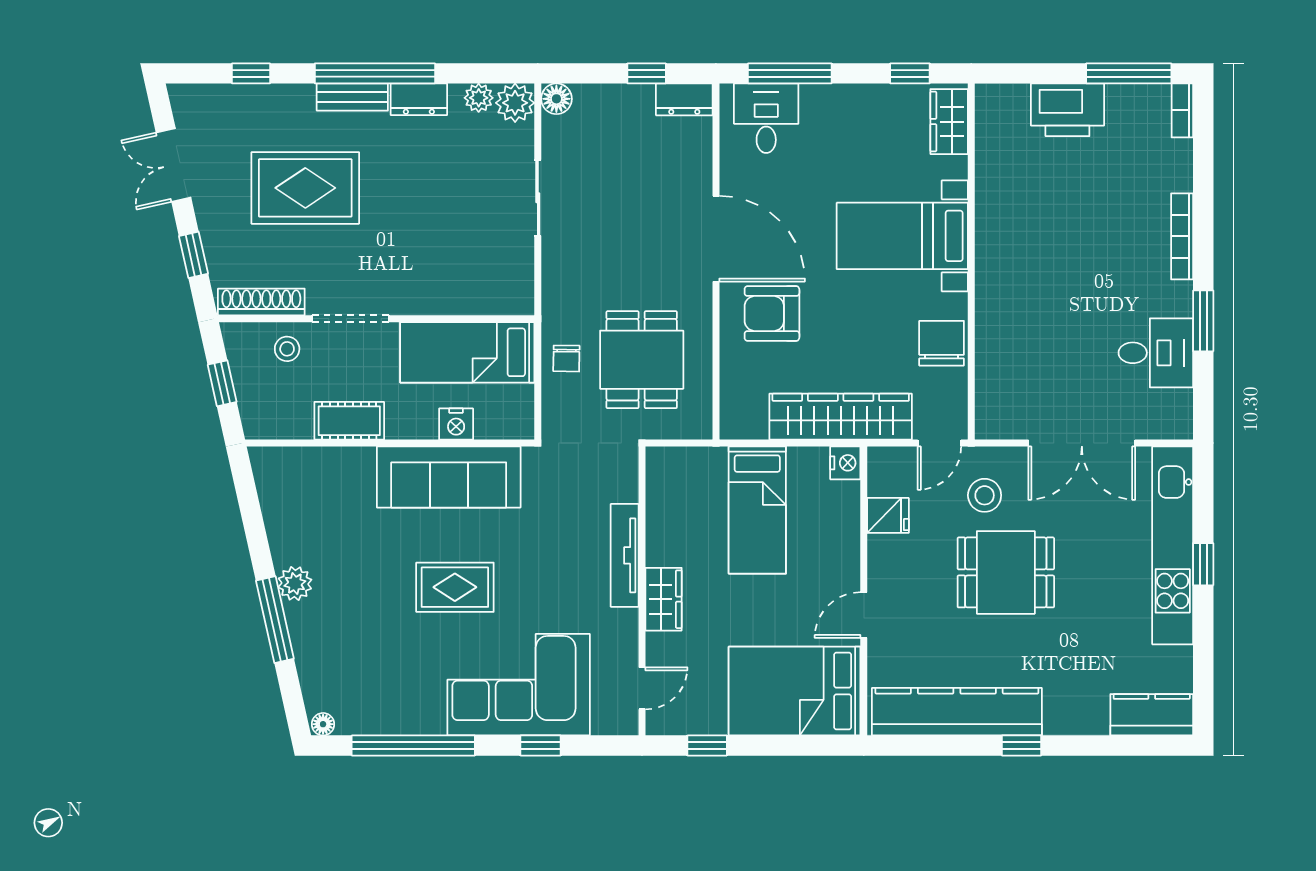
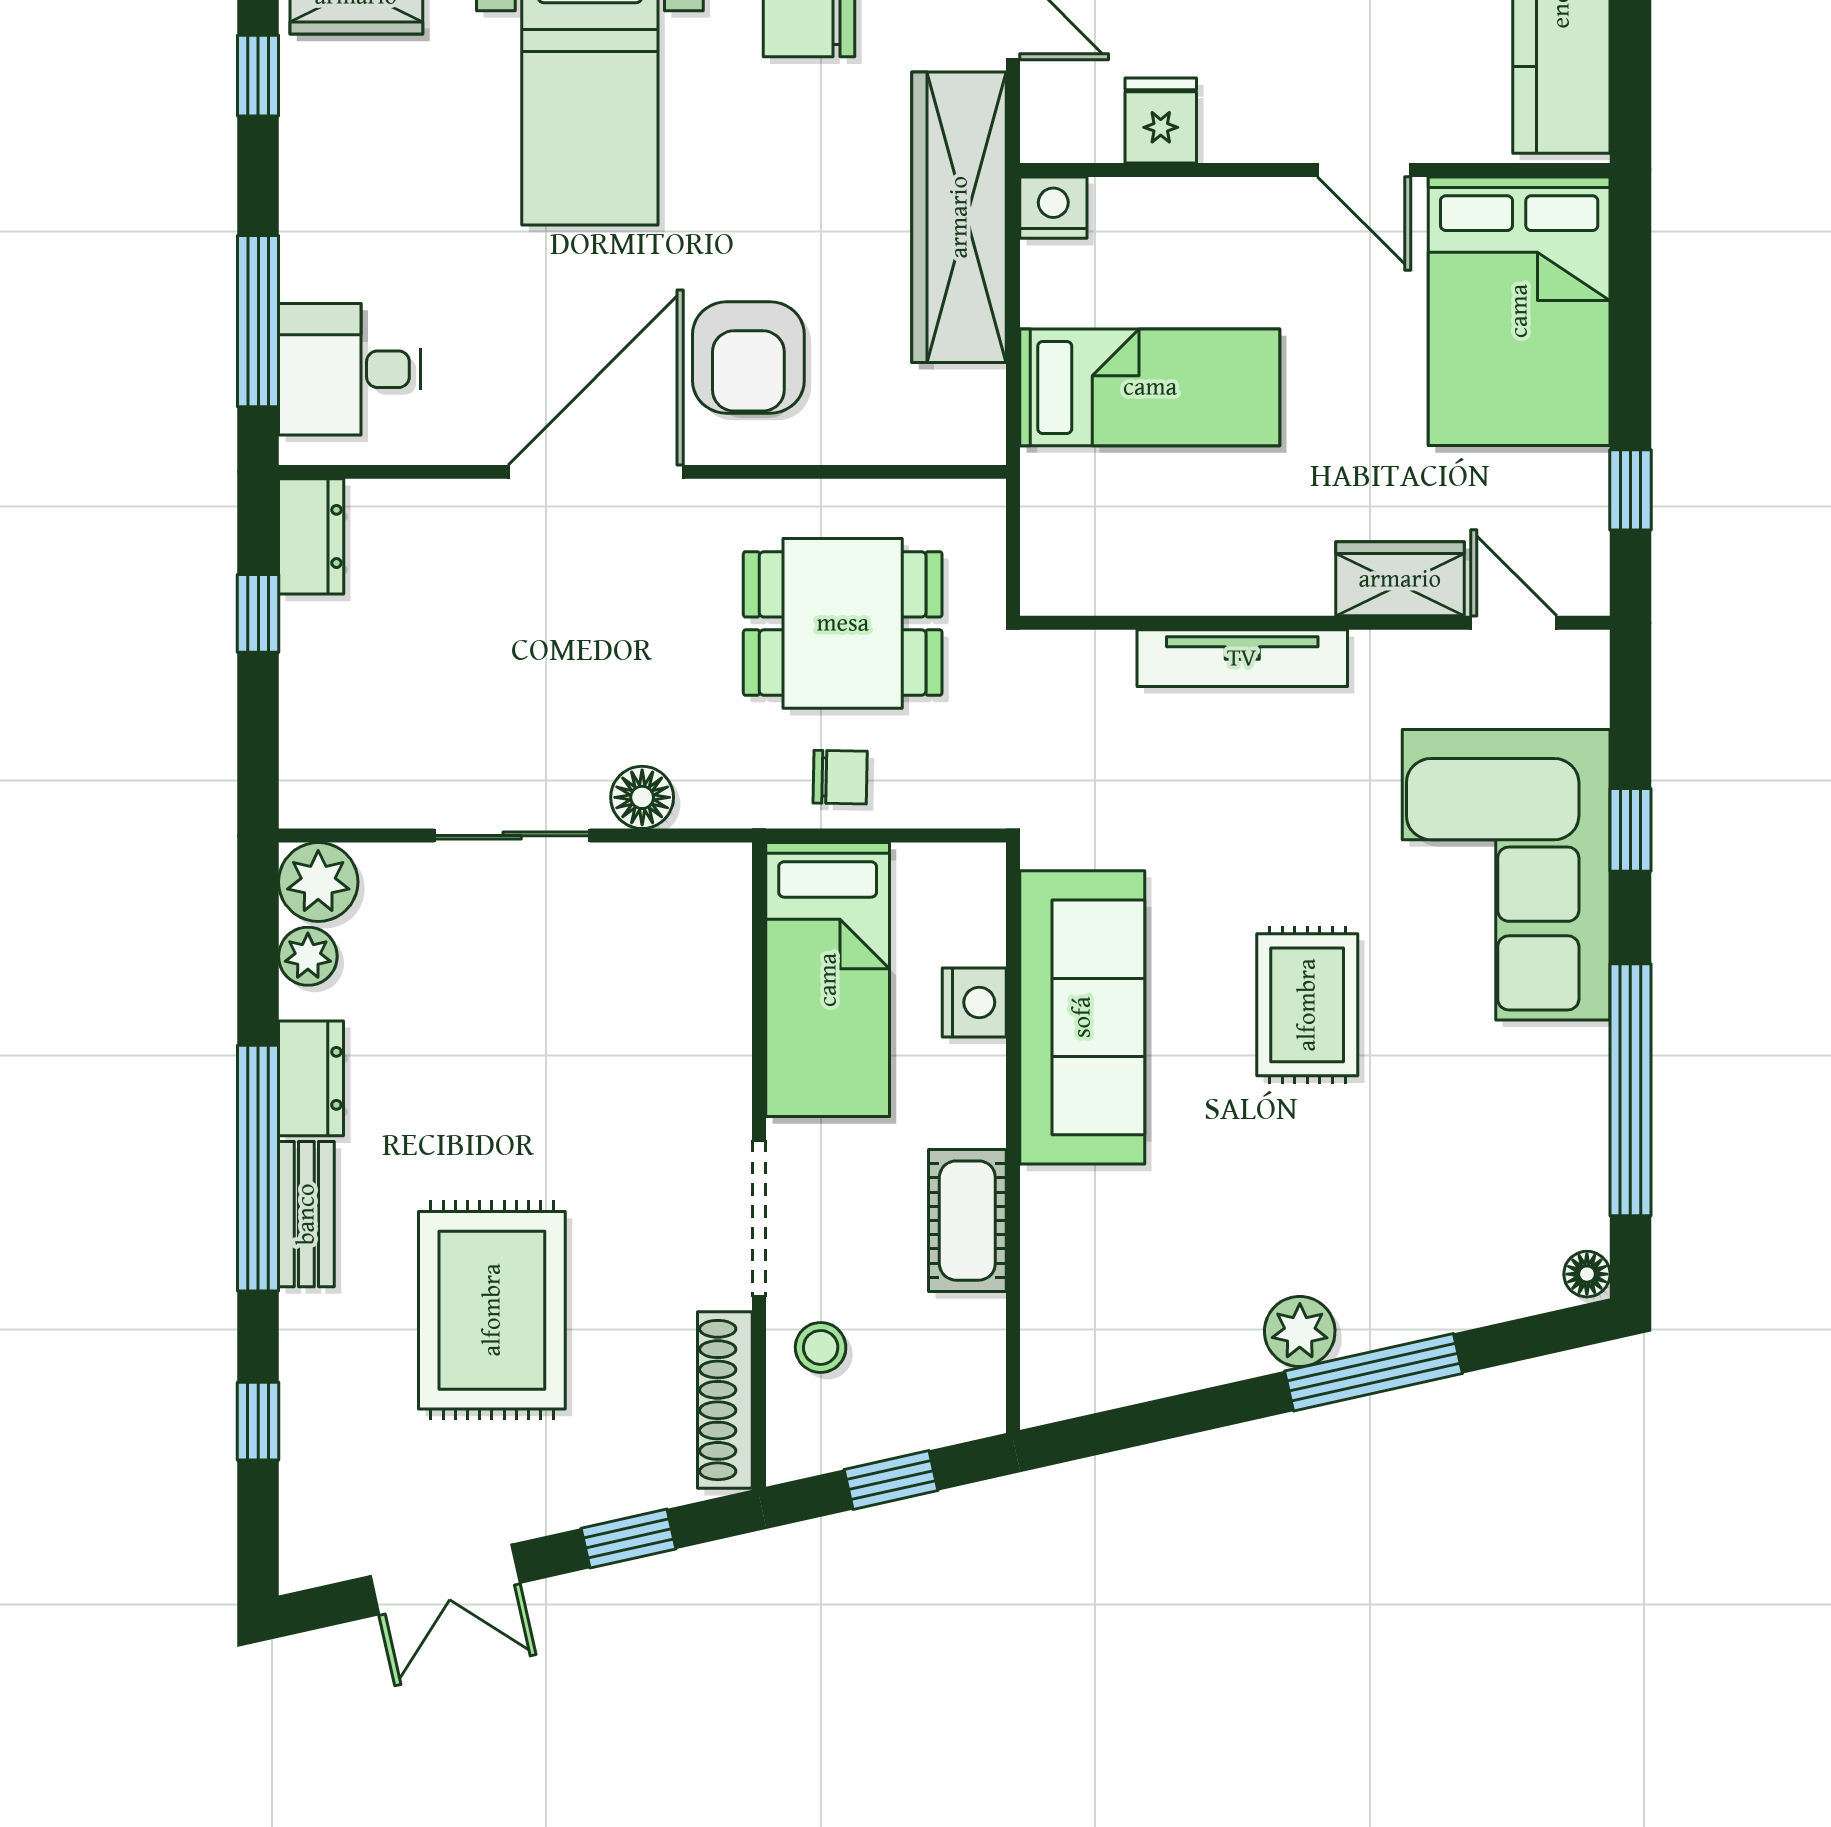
floor lamp: (556, 99) -> (642, 797), moved
wardrobe: (664, 599) -> (1400, 579), moved

